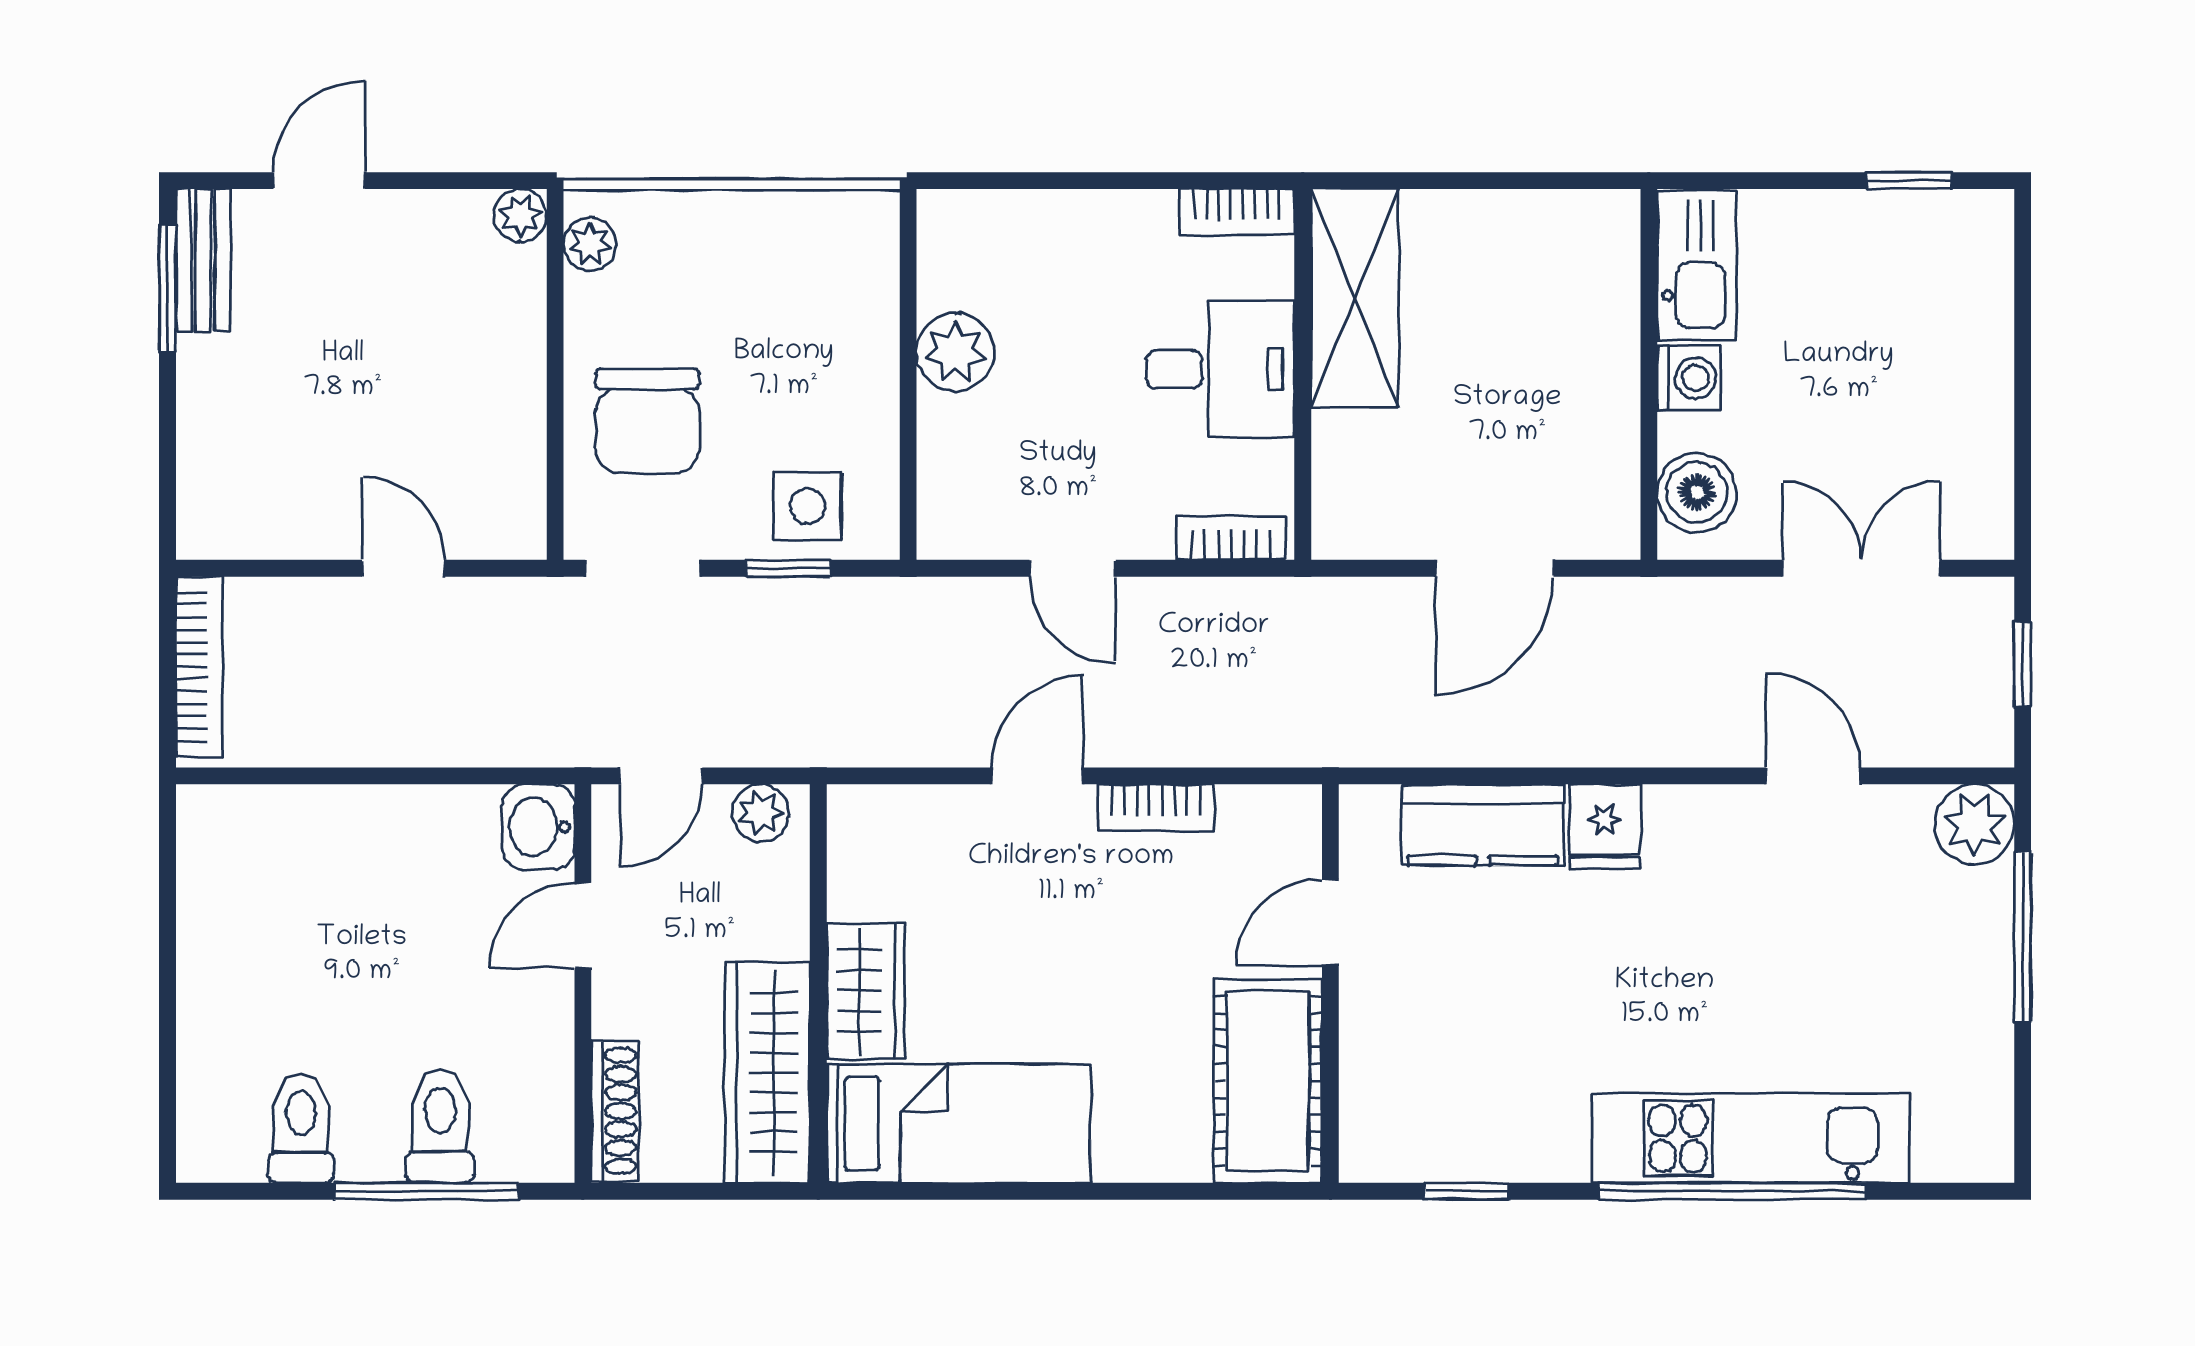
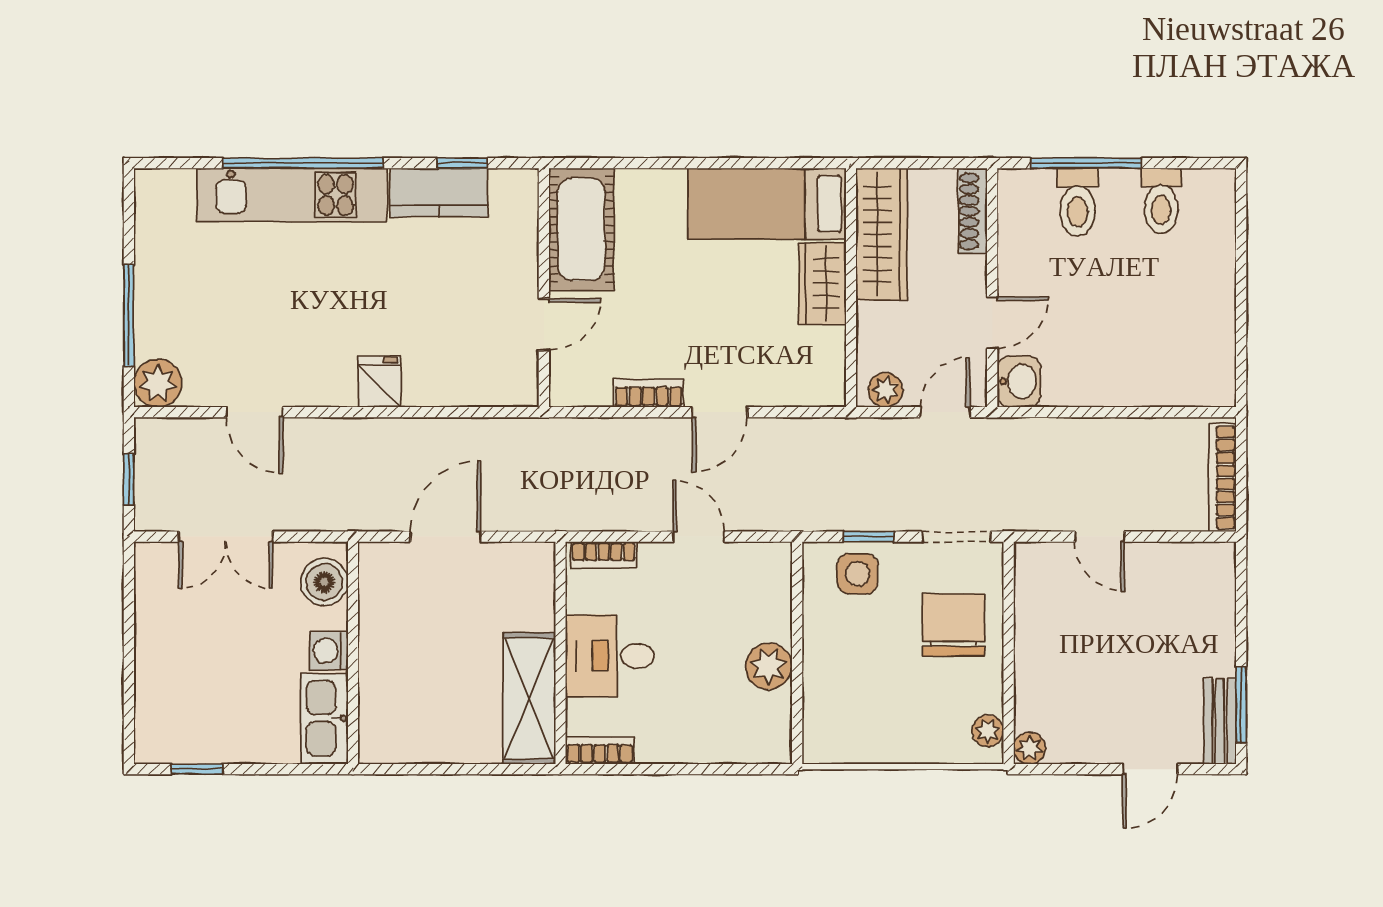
kitchen counter: (1483, 825) -> (439, 192), moved, turned 180

